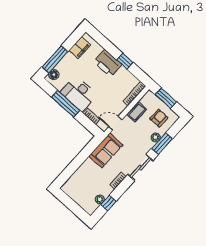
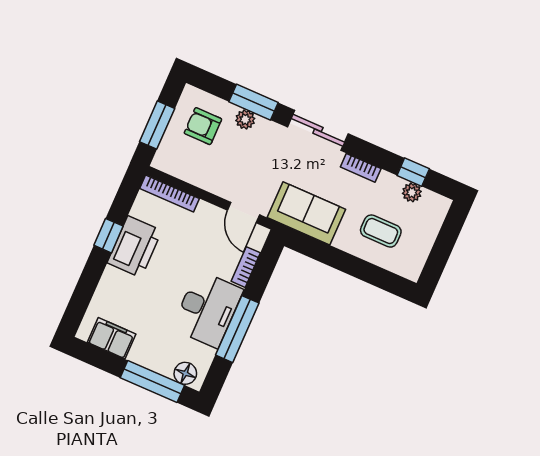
printer: (108, 63) -> (135, 247), moved
coffee table: (137, 112) -> (381, 231), moved

